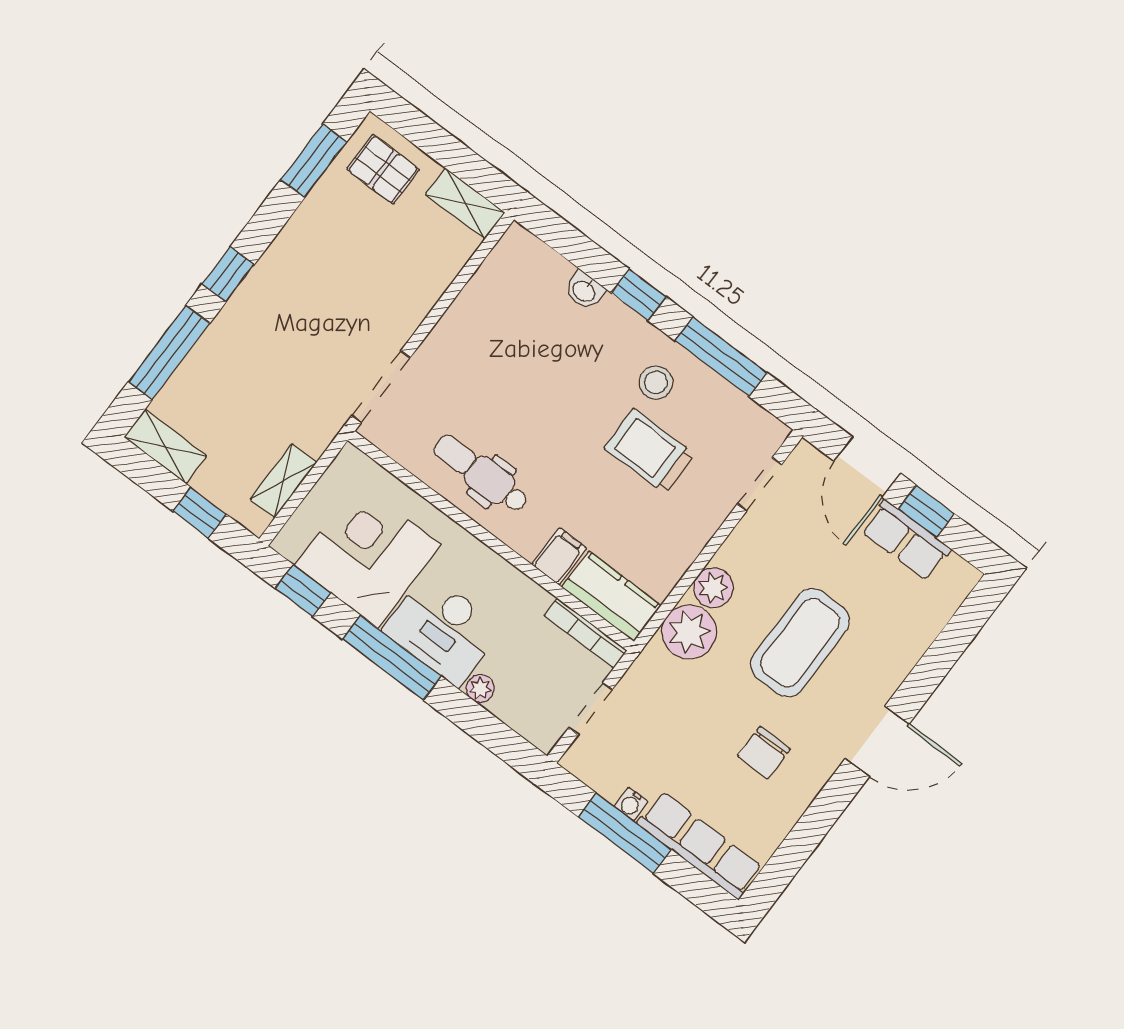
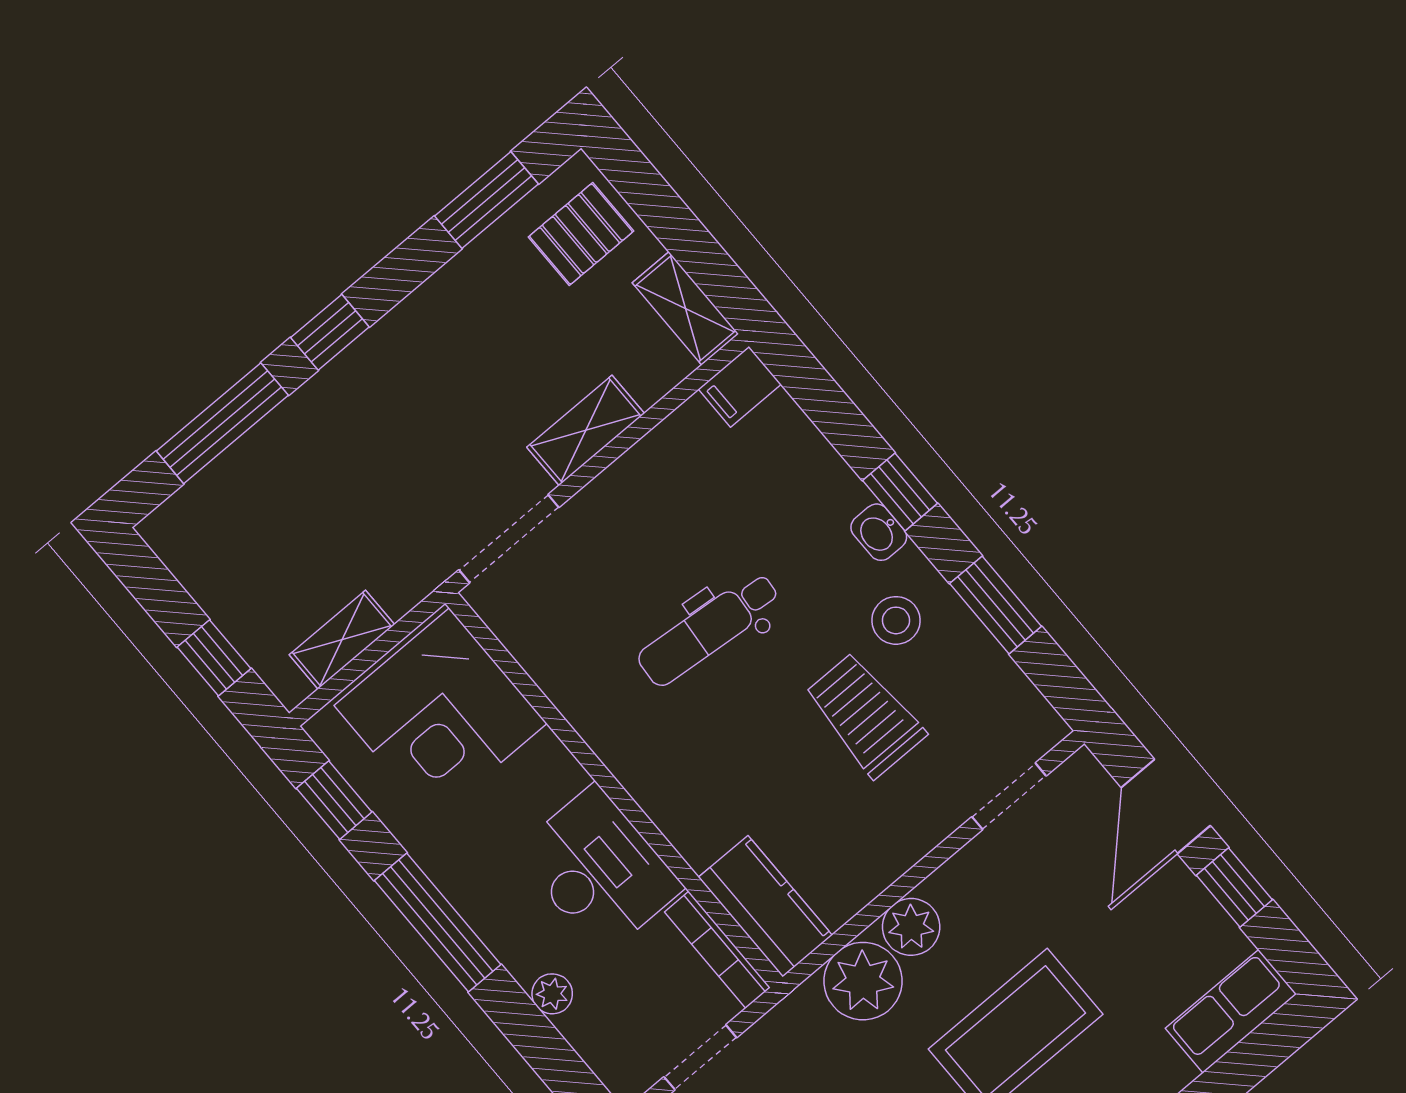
pallet: (383, 169) -> (581, 234), turned 90
washbasin: (584, 291) -> (879, 532), moved
window: (721, 357) -> (996, 605), width x0.69
shelving: (165, 447) -> (586, 430), moved, turned 90
dental chair: (481, 474) -> (709, 629), moved, turned -85
row of seats: (906, 540) -> (1231, 1011), moved, turned 90
corner desk: (368, 555) -> (441, 715), moved, turned 180
filing cabinet: (559, 556) -> (740, 387), moved, turned 180
desk: (443, 629) -> (599, 870), moved, turned 180

